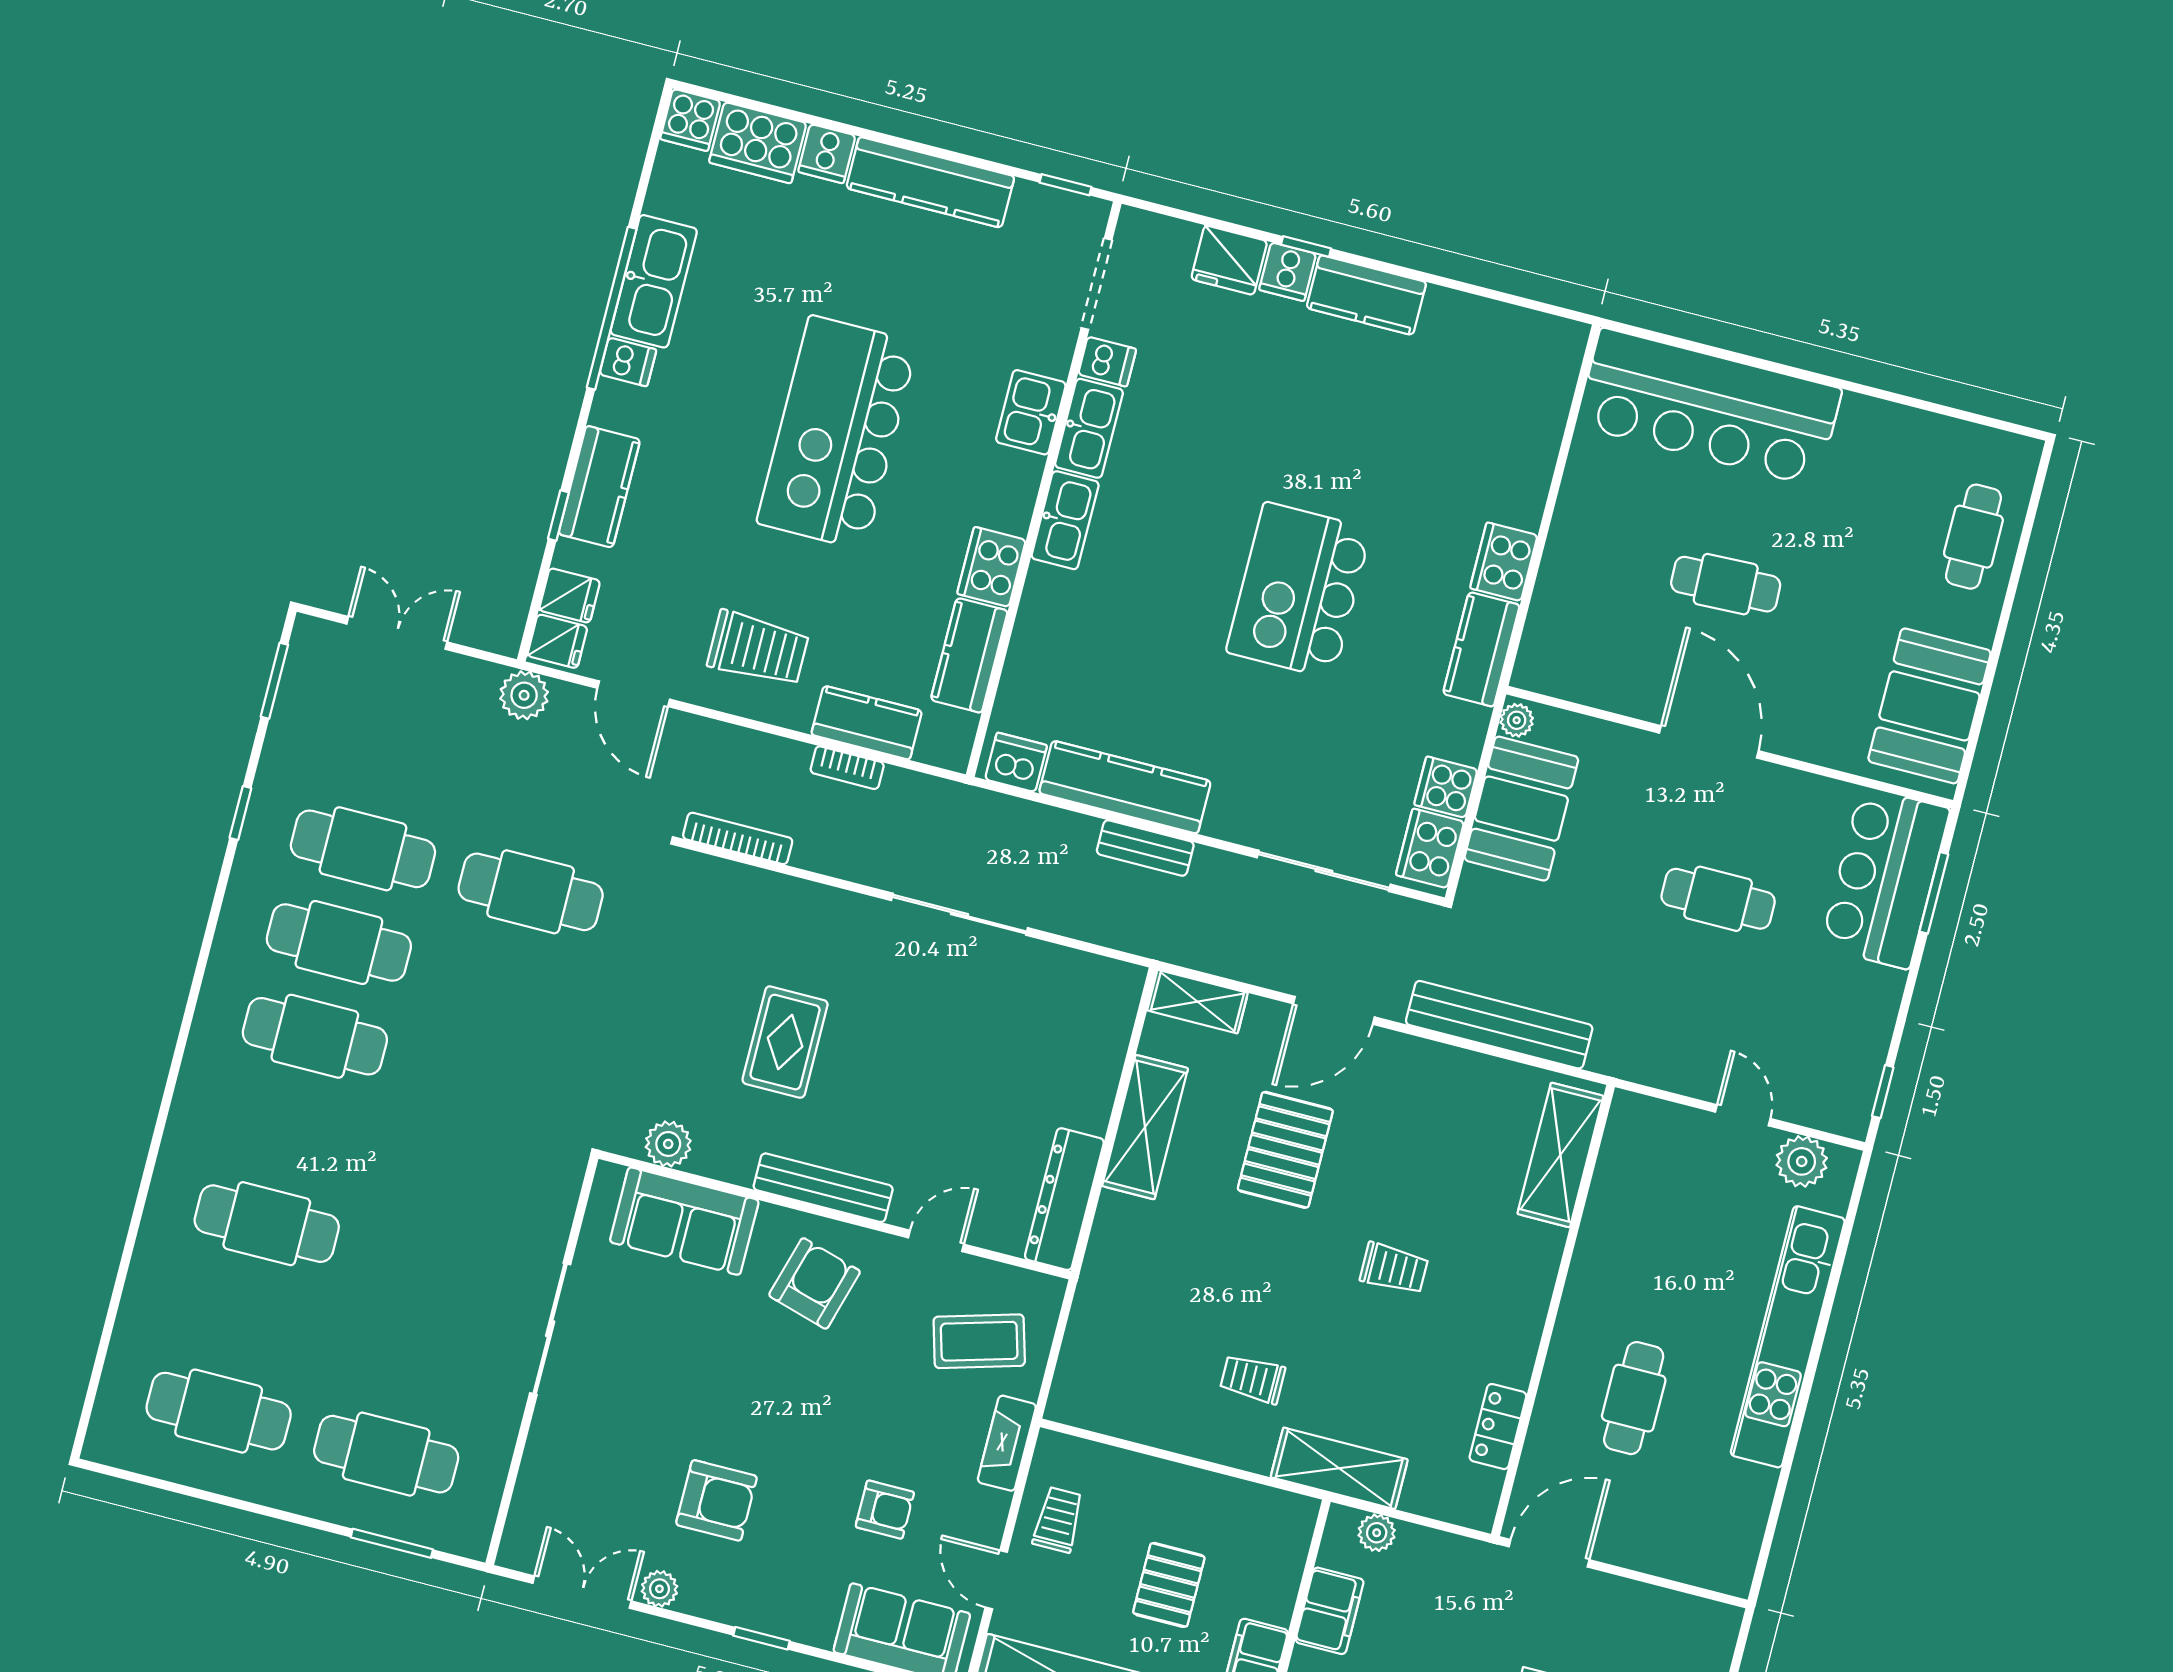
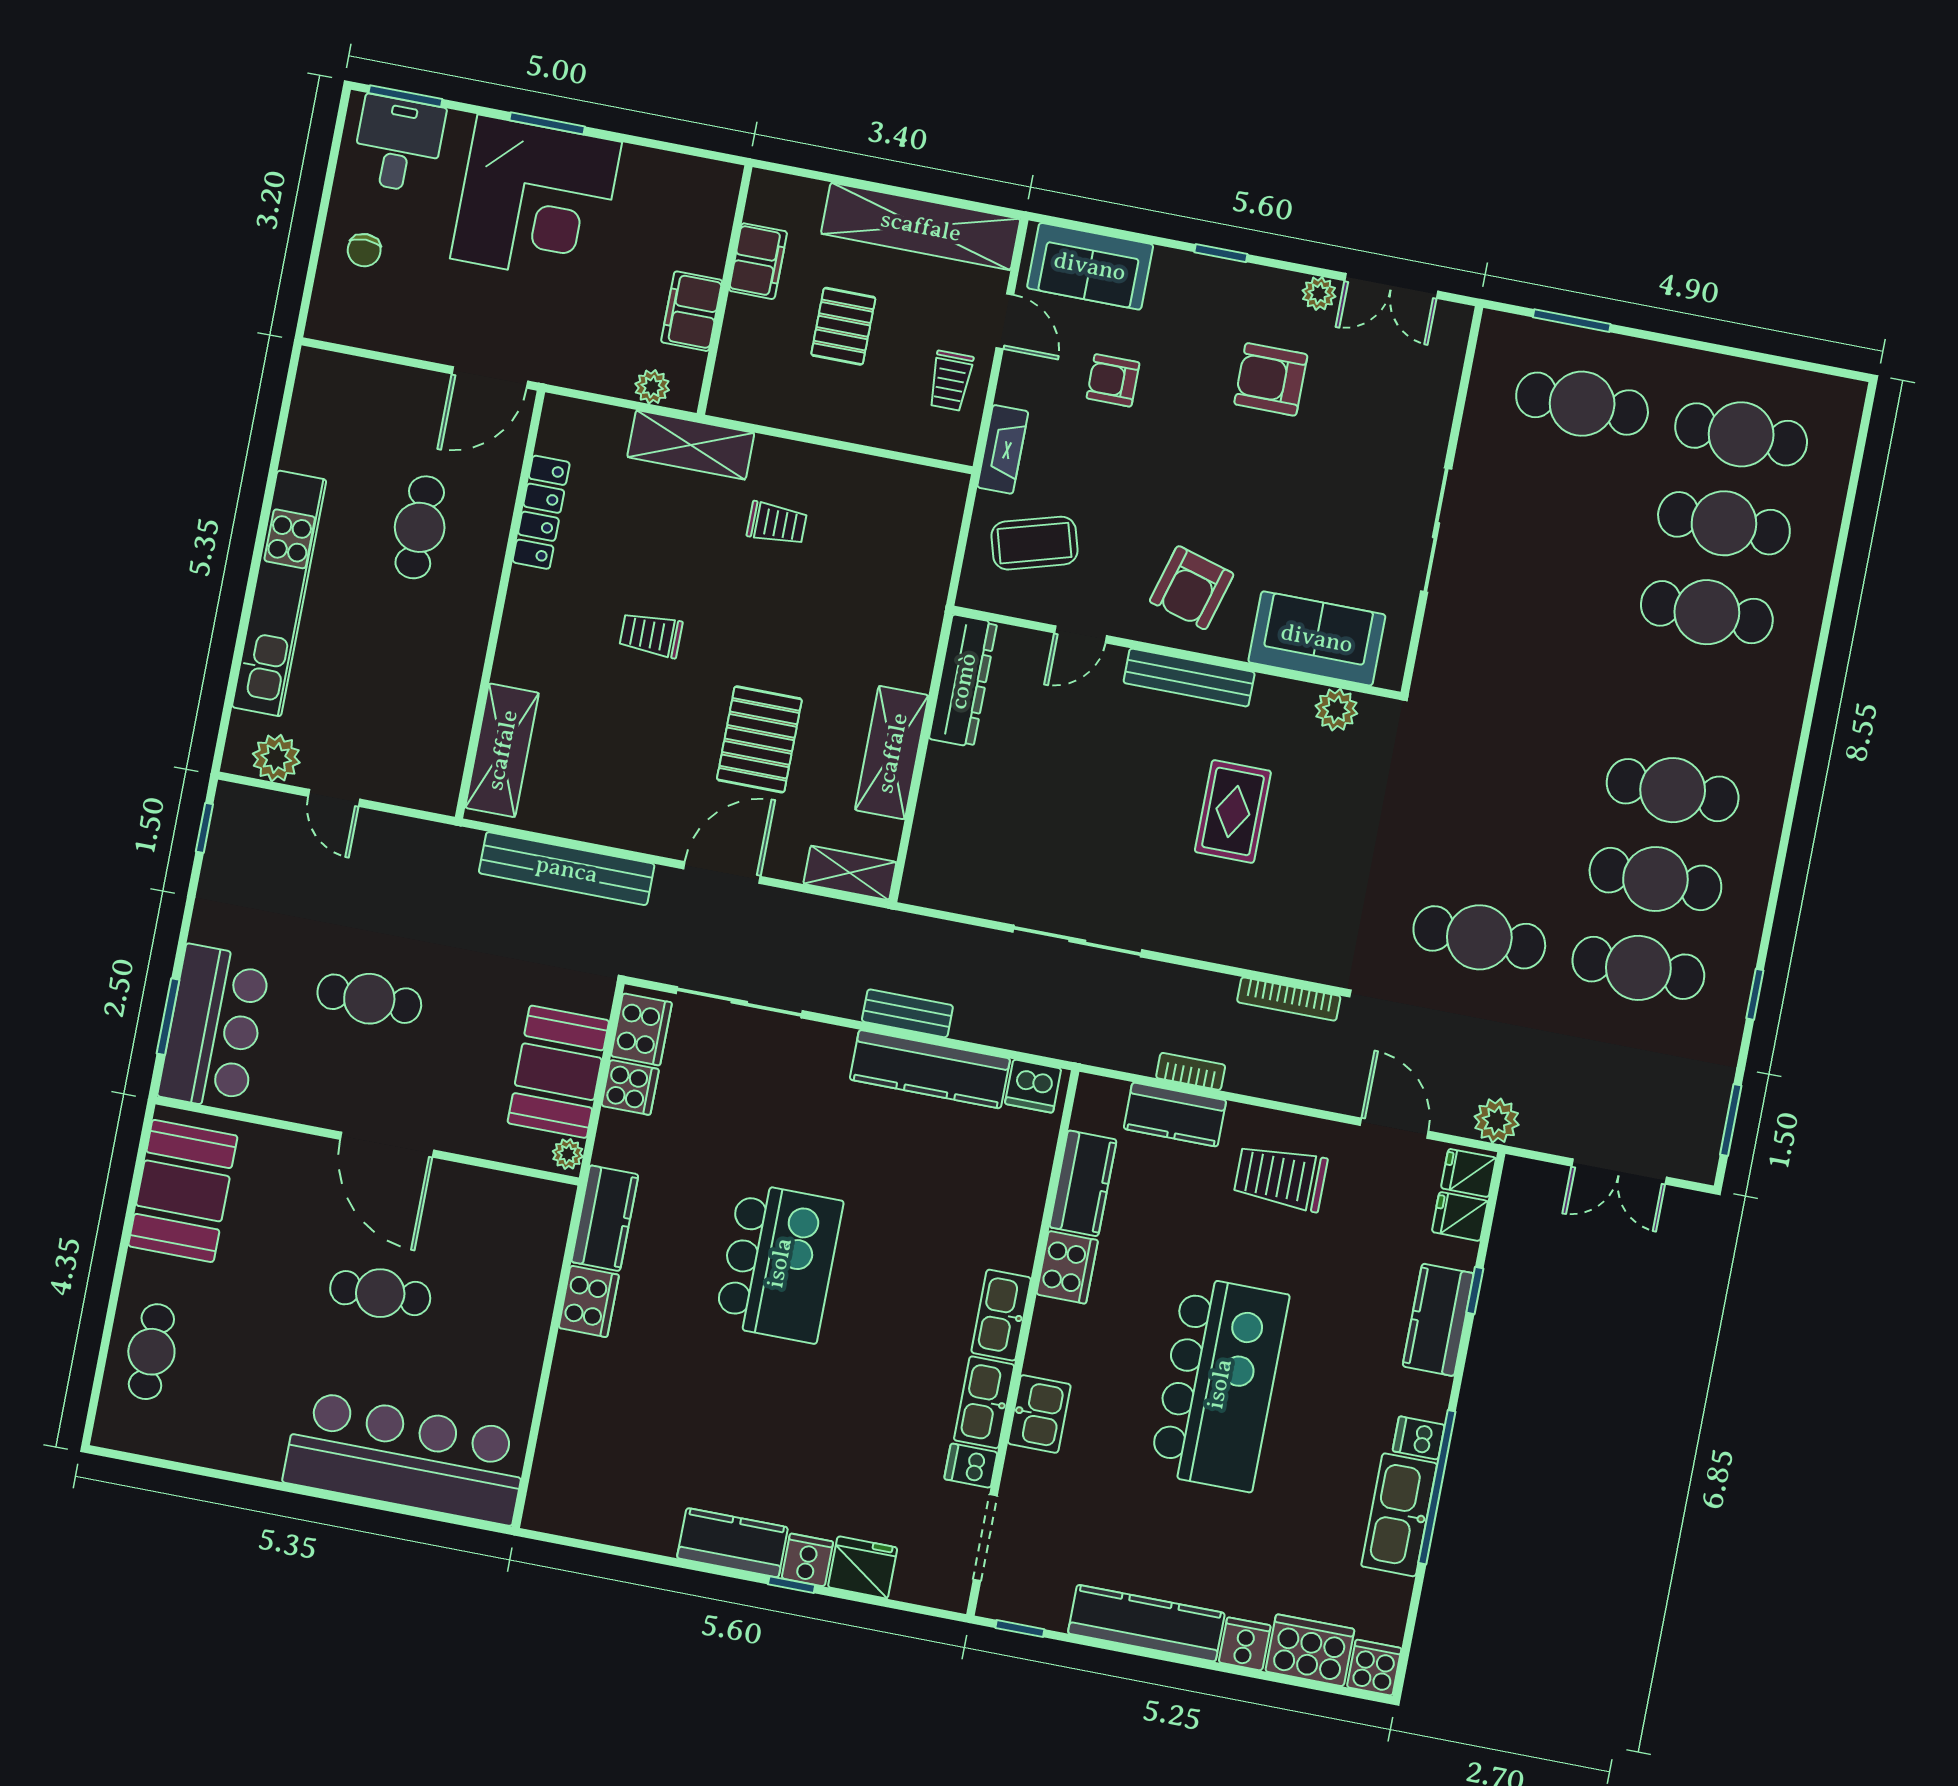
cafe table: (243, 1317) -> (1724, 523), added
locker: (1498, 1427) -> (541, 512), width x1.53

